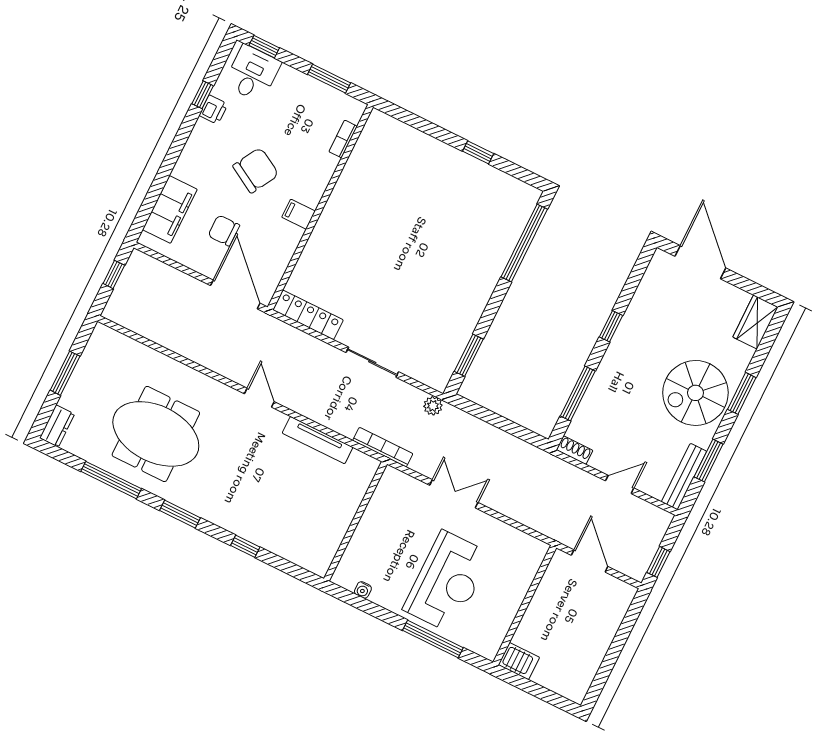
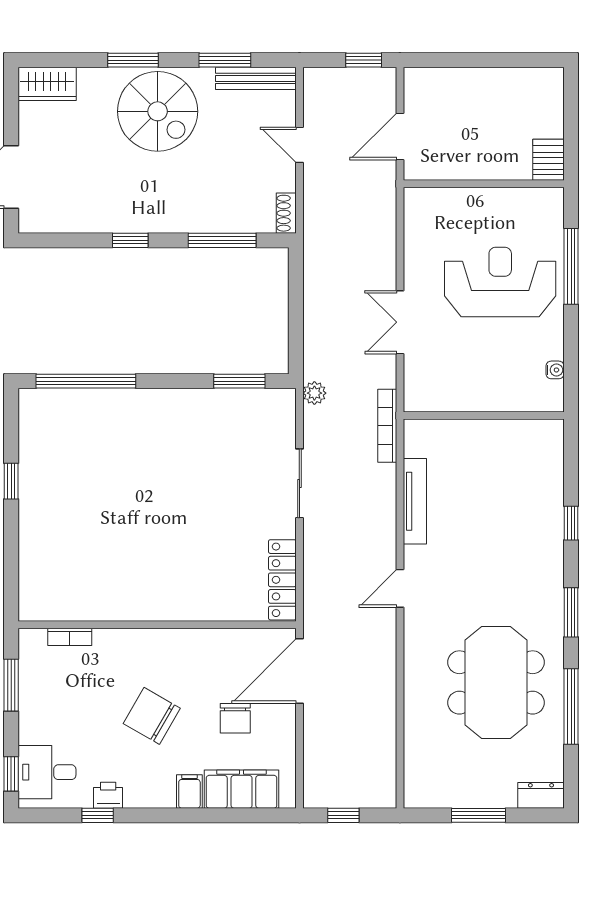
filing cabinet: (299, 214) -> (189, 791), moved, turned 180

